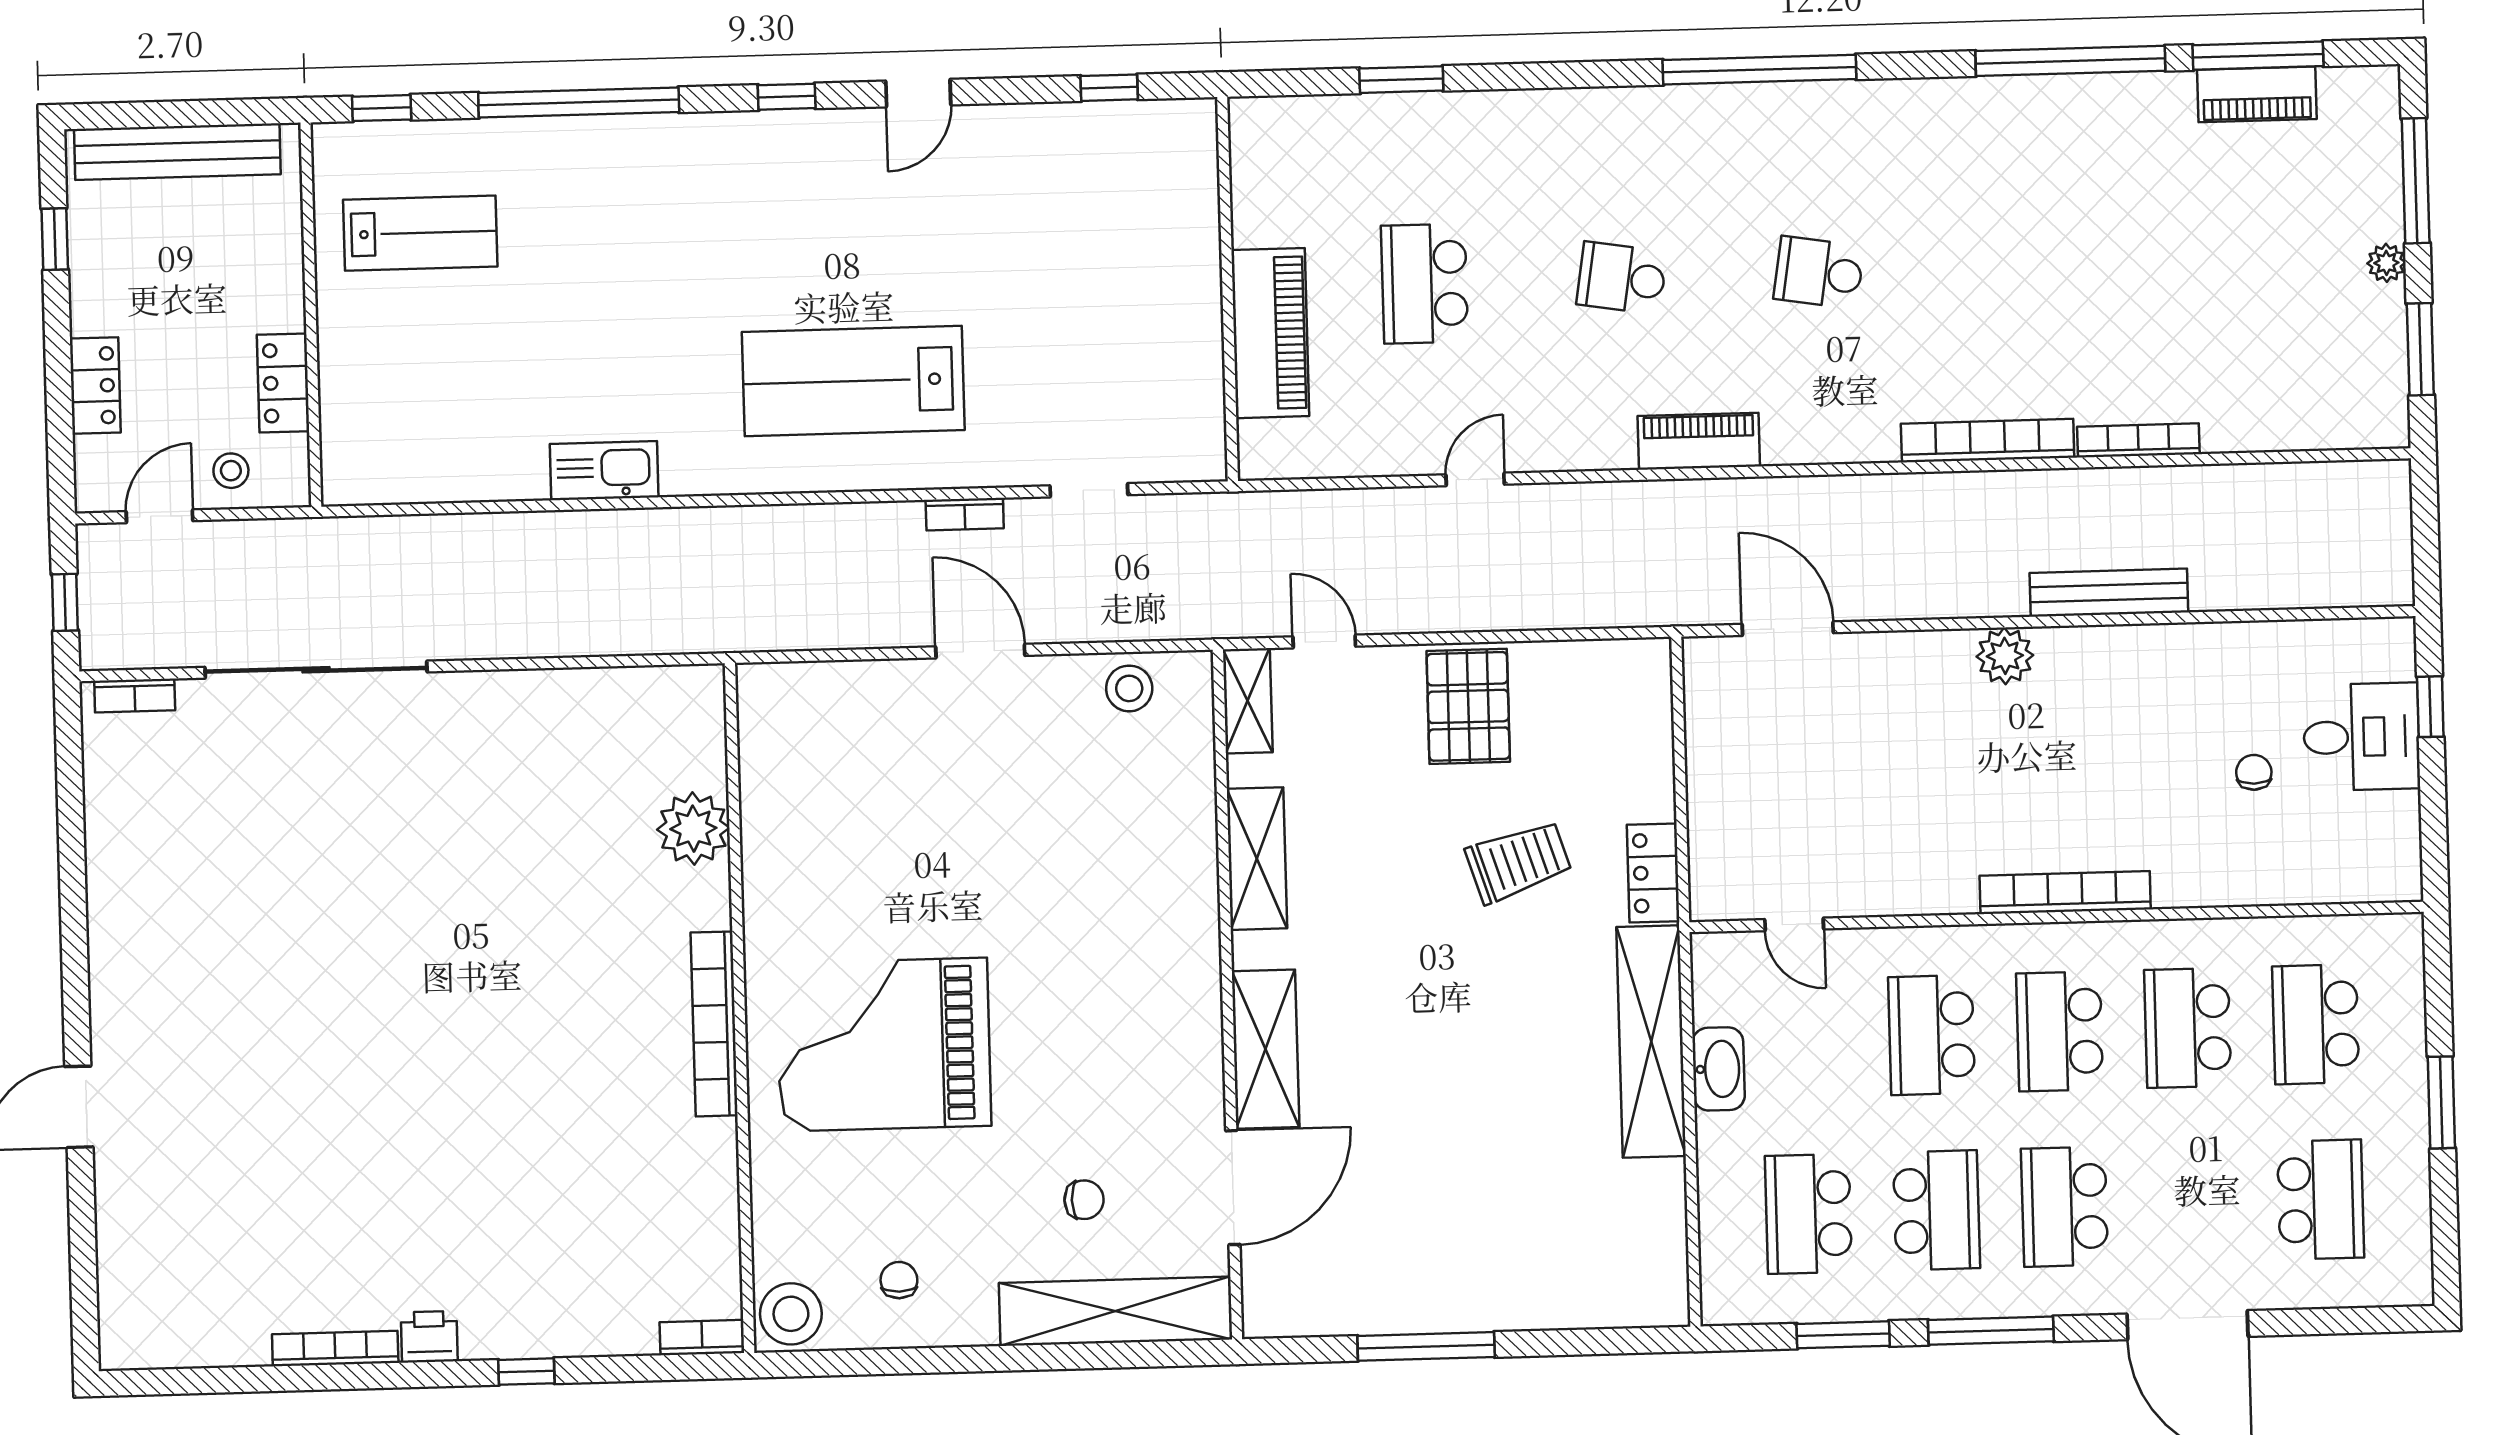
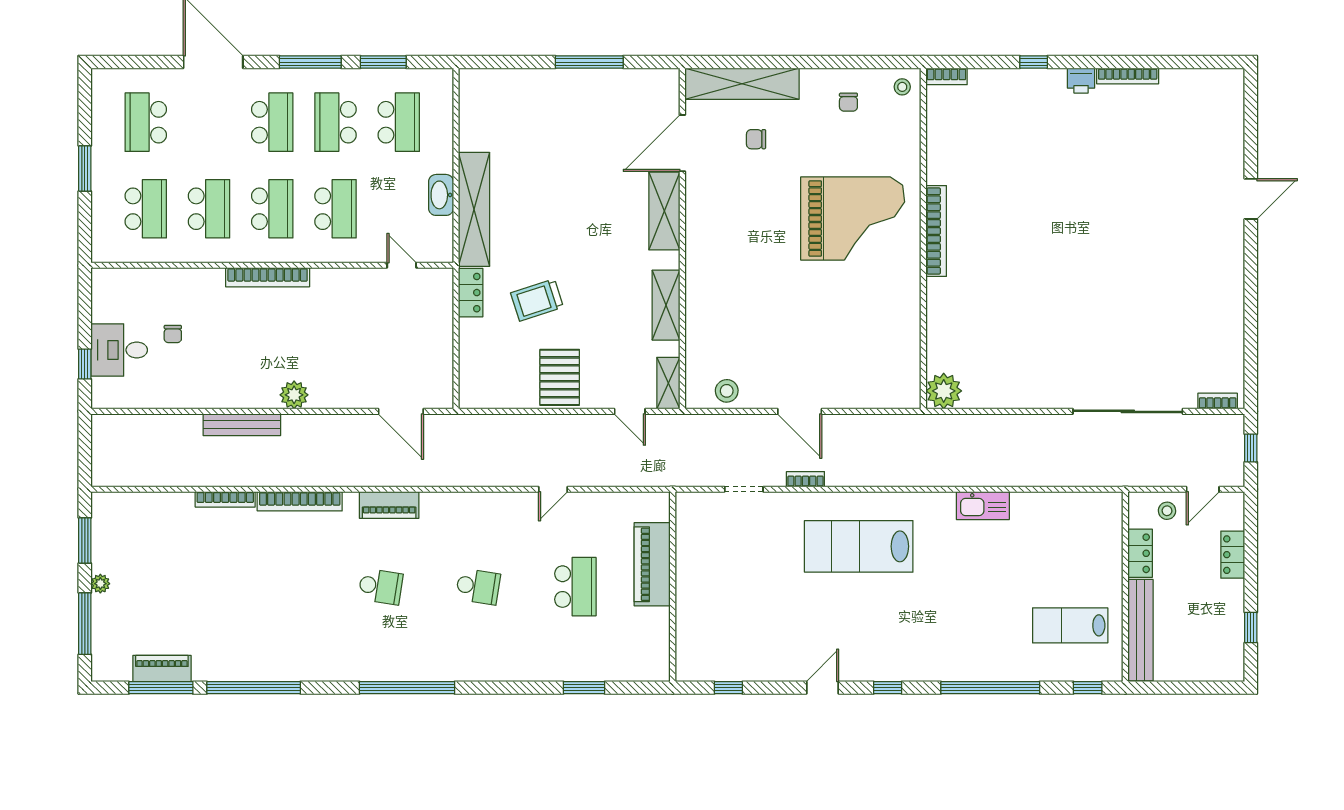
bench: (177, 152) -> (1140, 630), moved, turned 90
lab bench: (853, 381) -> (859, 546), turned 180
piano: (1699, 441) -> (389, 505), moved
plant: (693, 829) -> (944, 391), moved
stool: (791, 1314) -> (902, 87), width x0.53, depth x0.53

